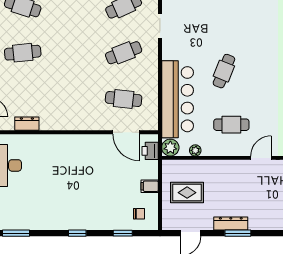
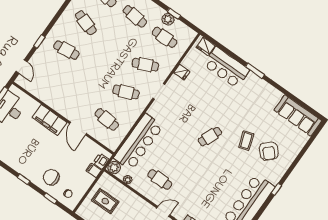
cafe table: (224, 71) -> (210, 137), moved
dresser: (27, 124) -> (39, 94), removed
door: (126, 132) -> (78, 129), moved
filing cabinet: (59, 145) -> (49, 120), added
filing cabinet: (150, 186) -> (94, 171), moved
chair: (107, 209) -> (51, 177), added

